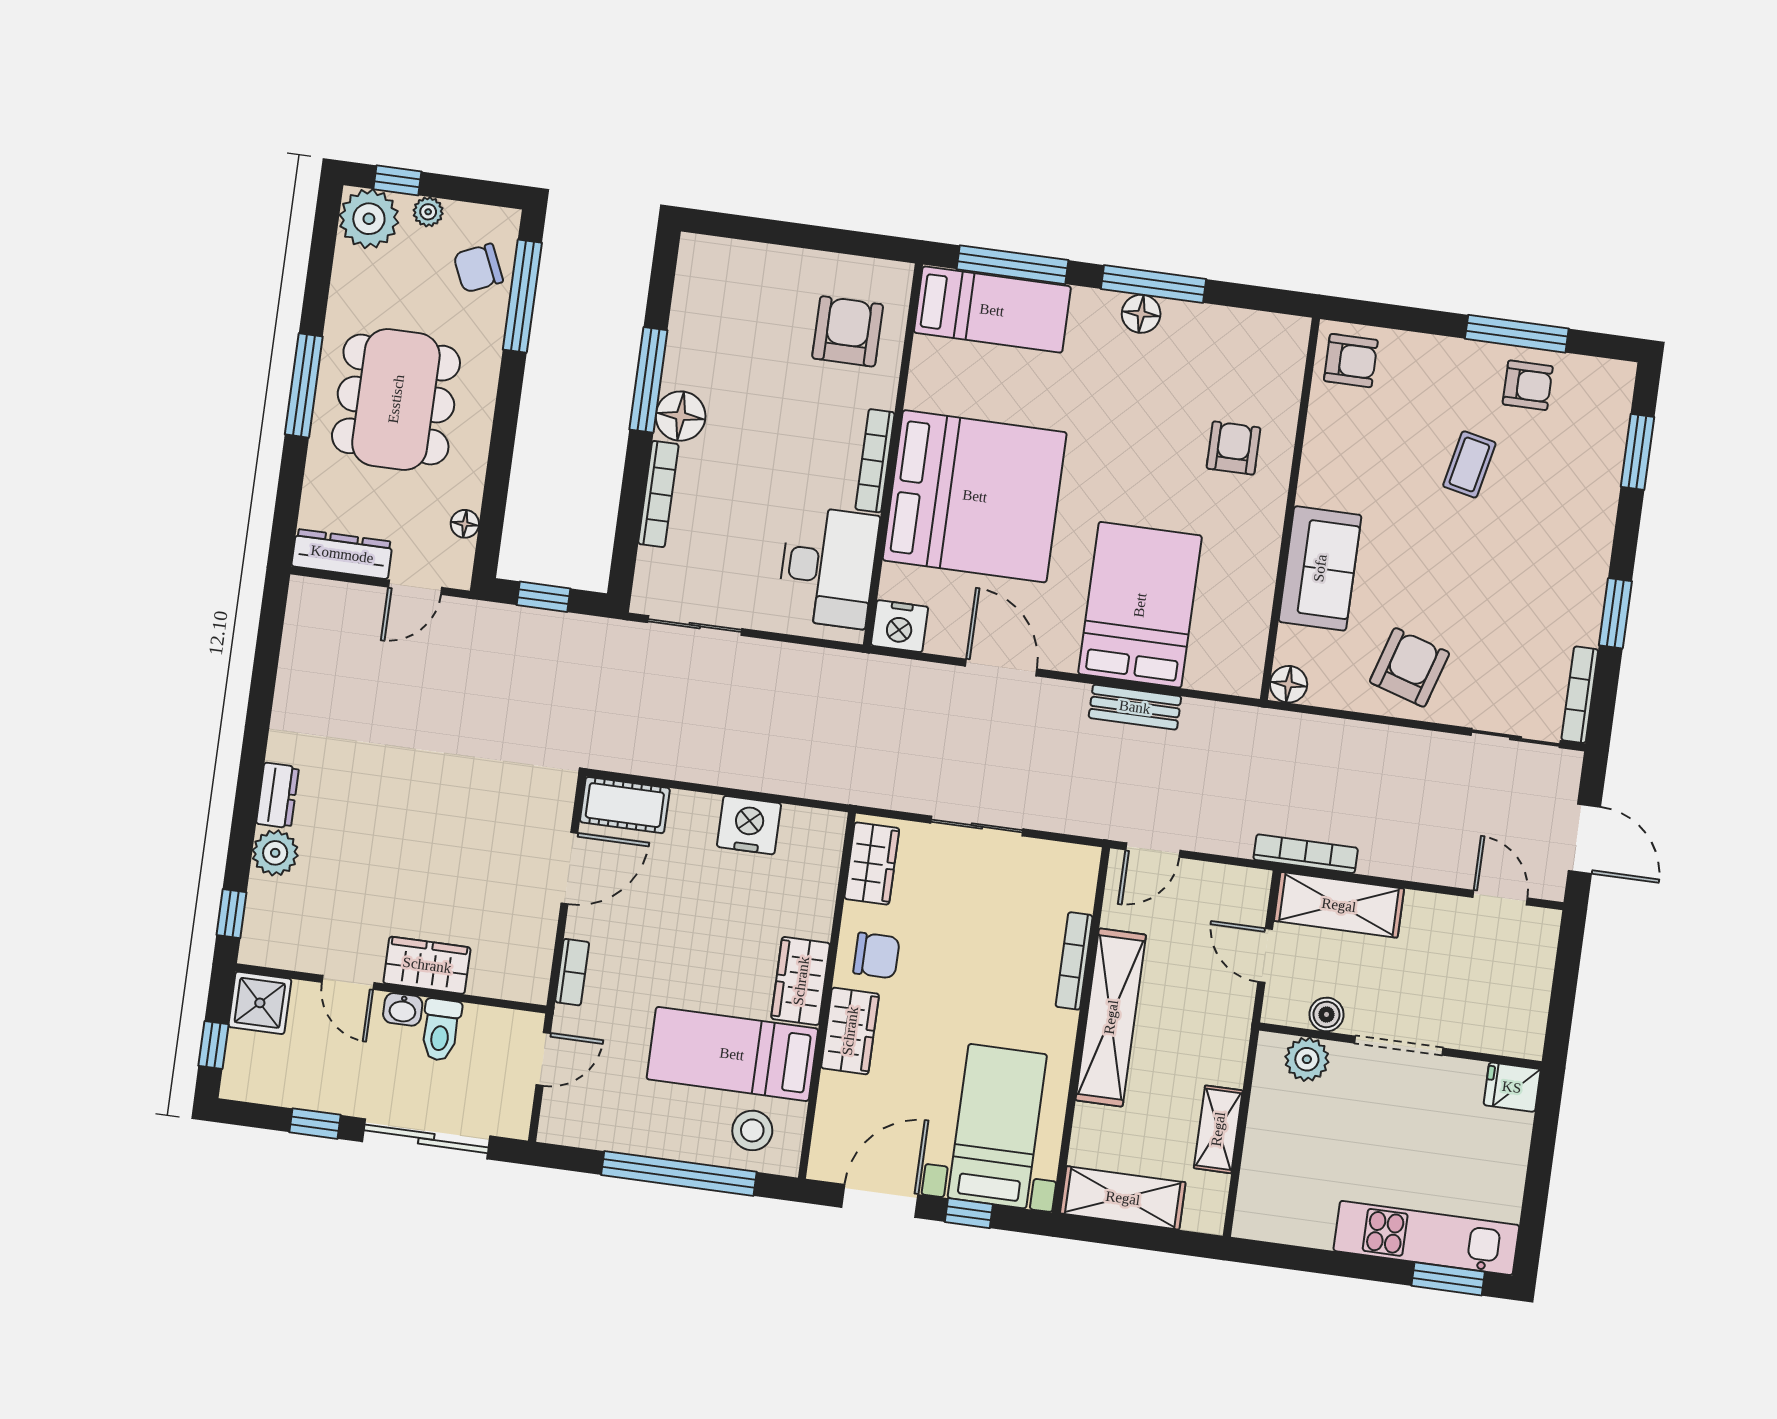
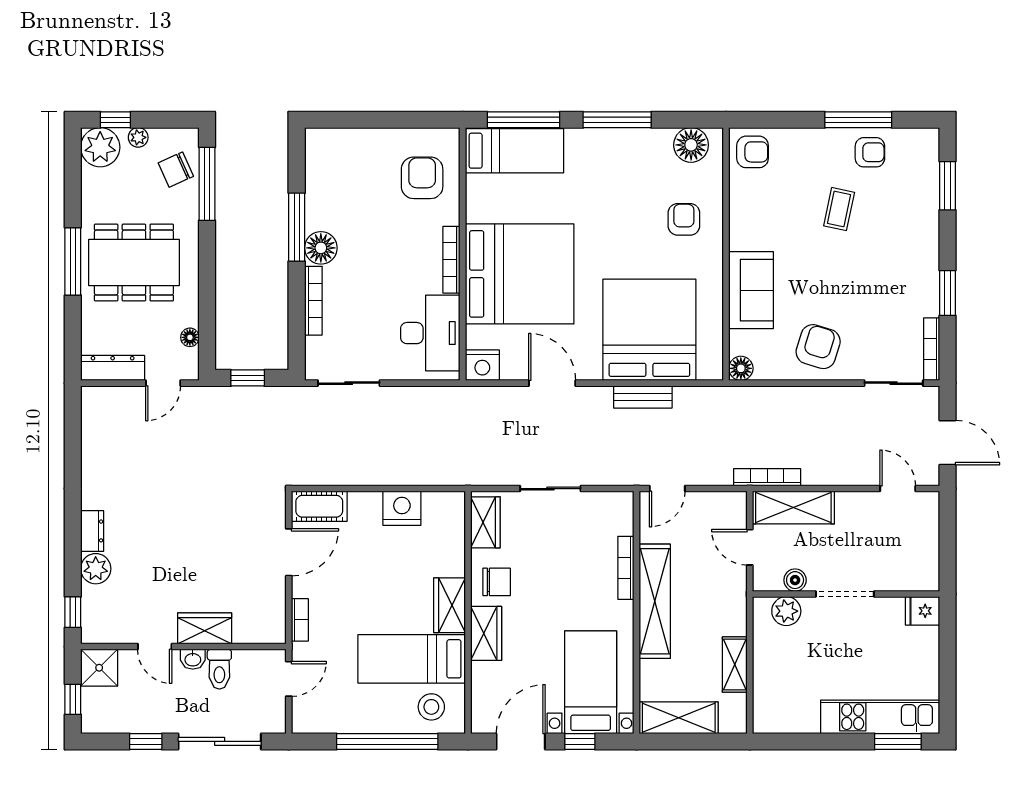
floor lamp: (1141, 314) -> (691, 145), moved, width x1.38, depth x1.38
dining table: (396, 399) -> (134, 263), turned 90
bed: (1140, 605) -> (649, 330), width x1.36

